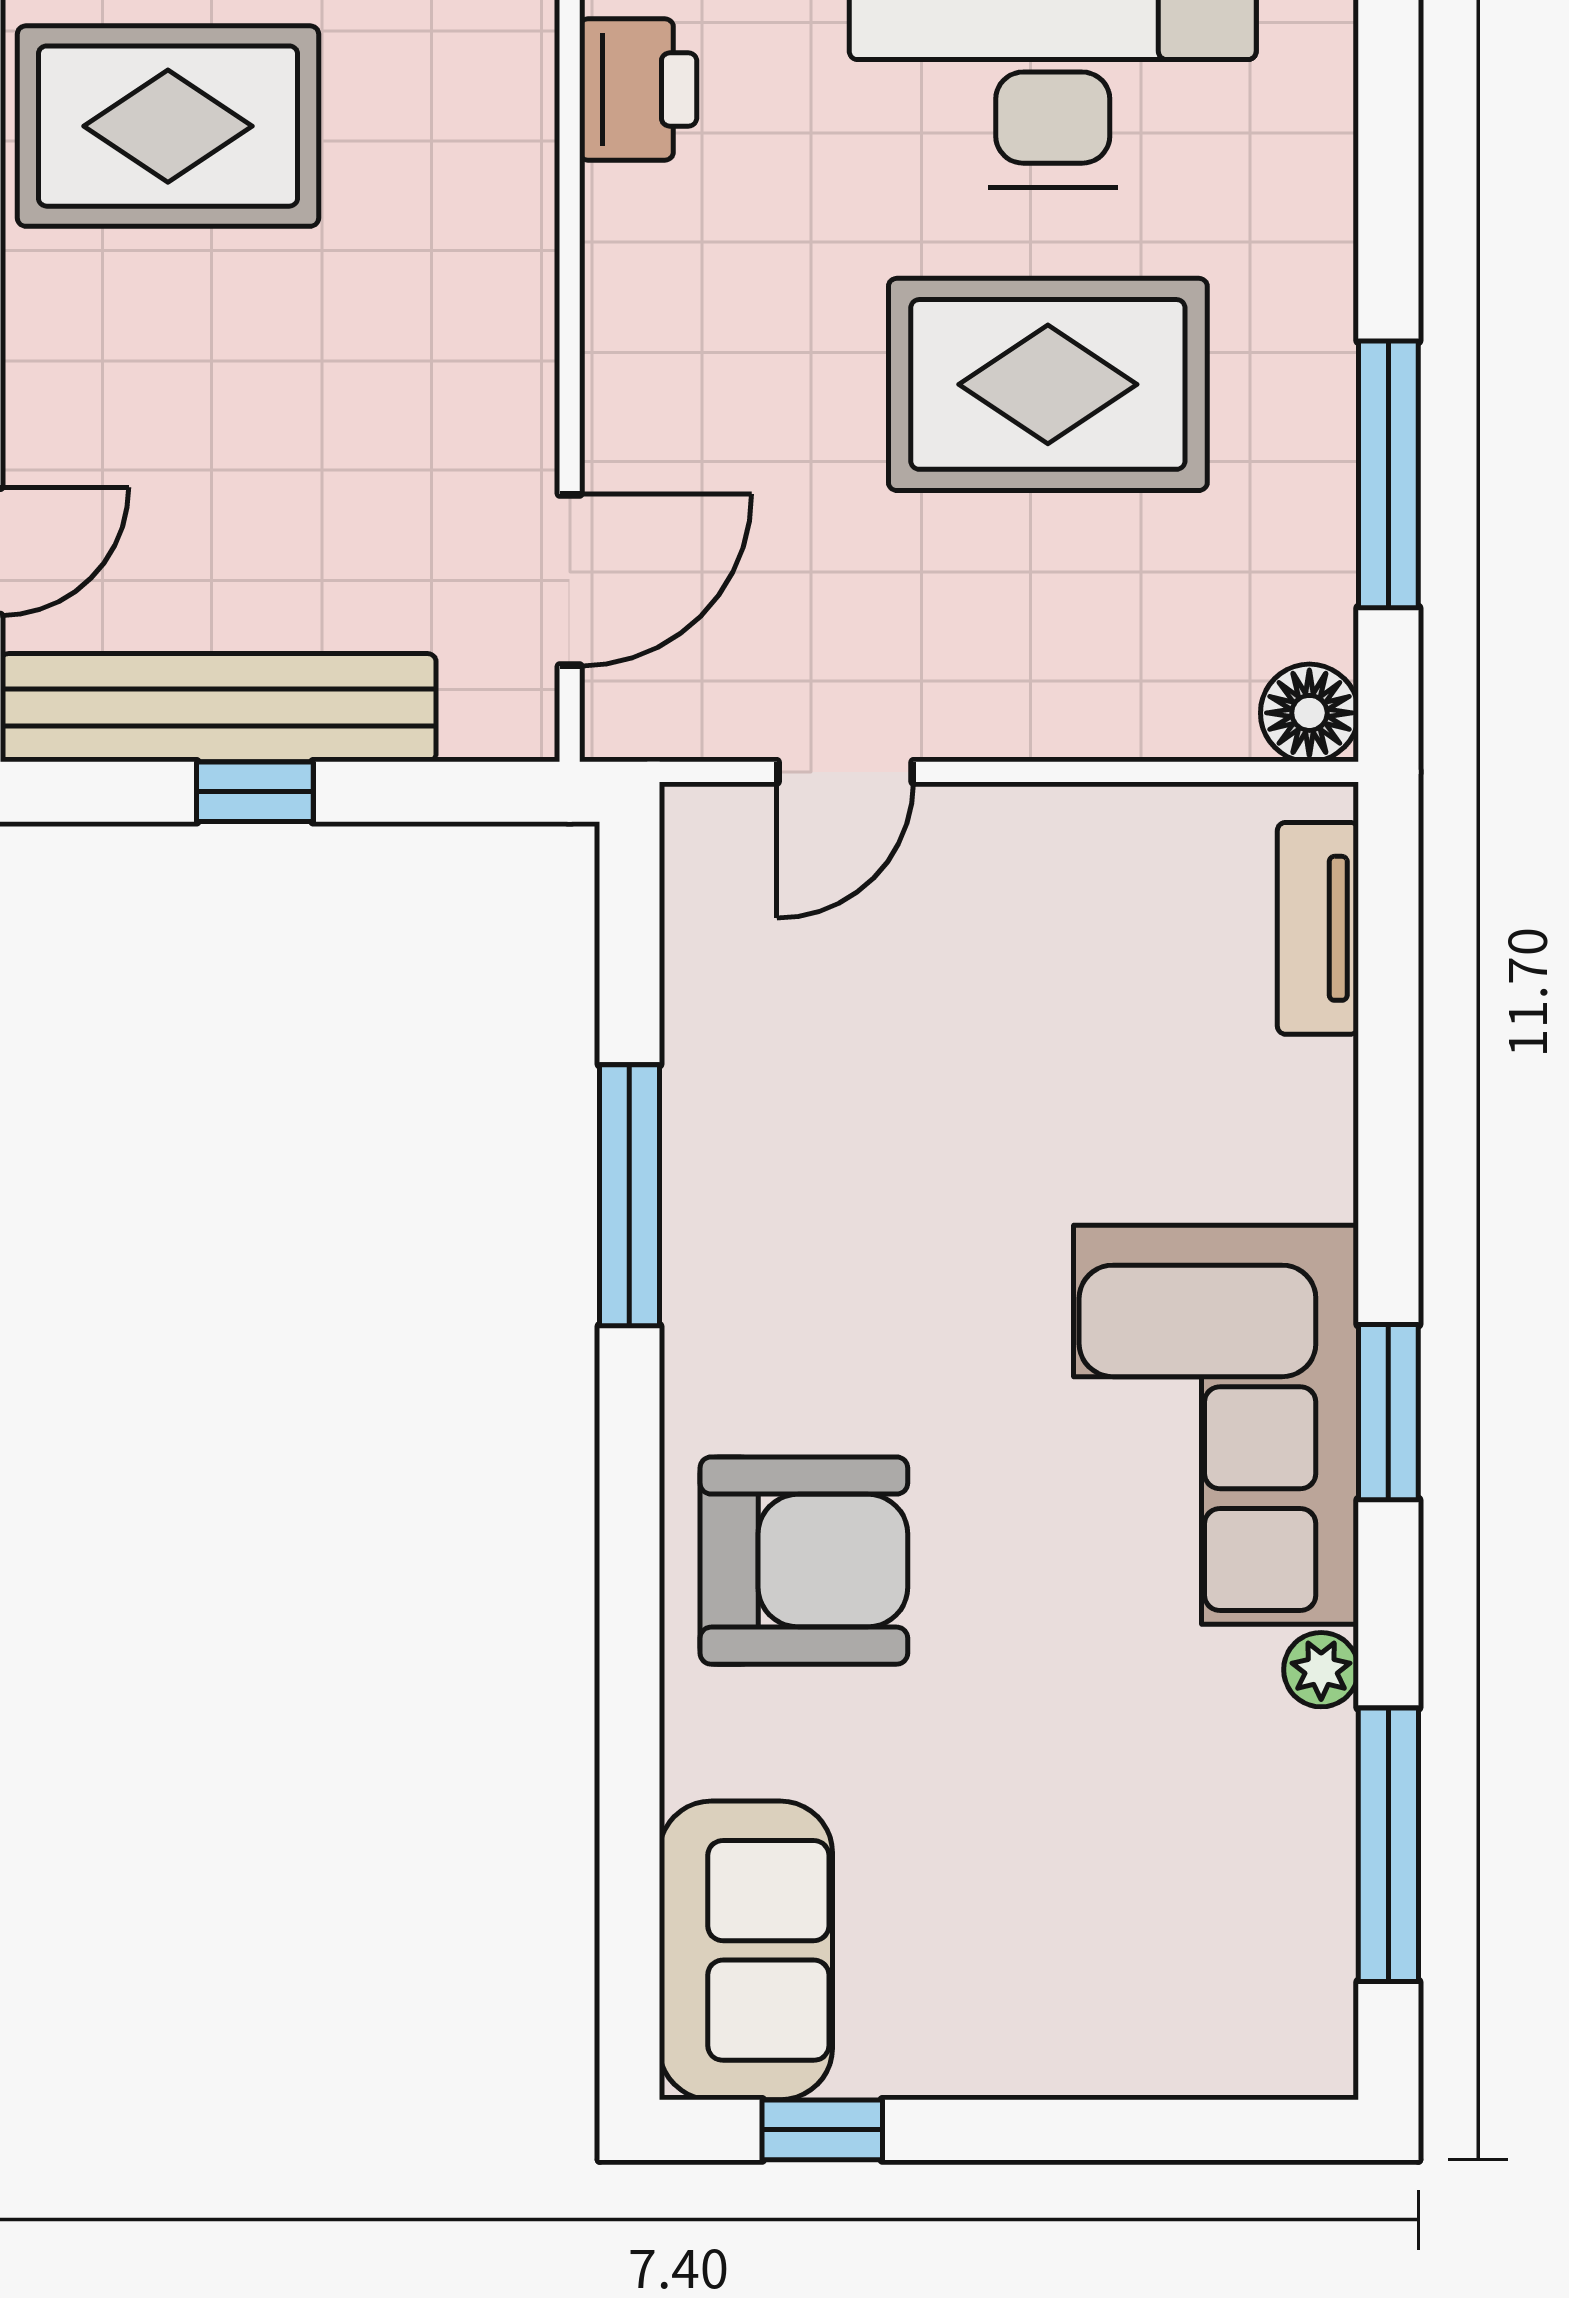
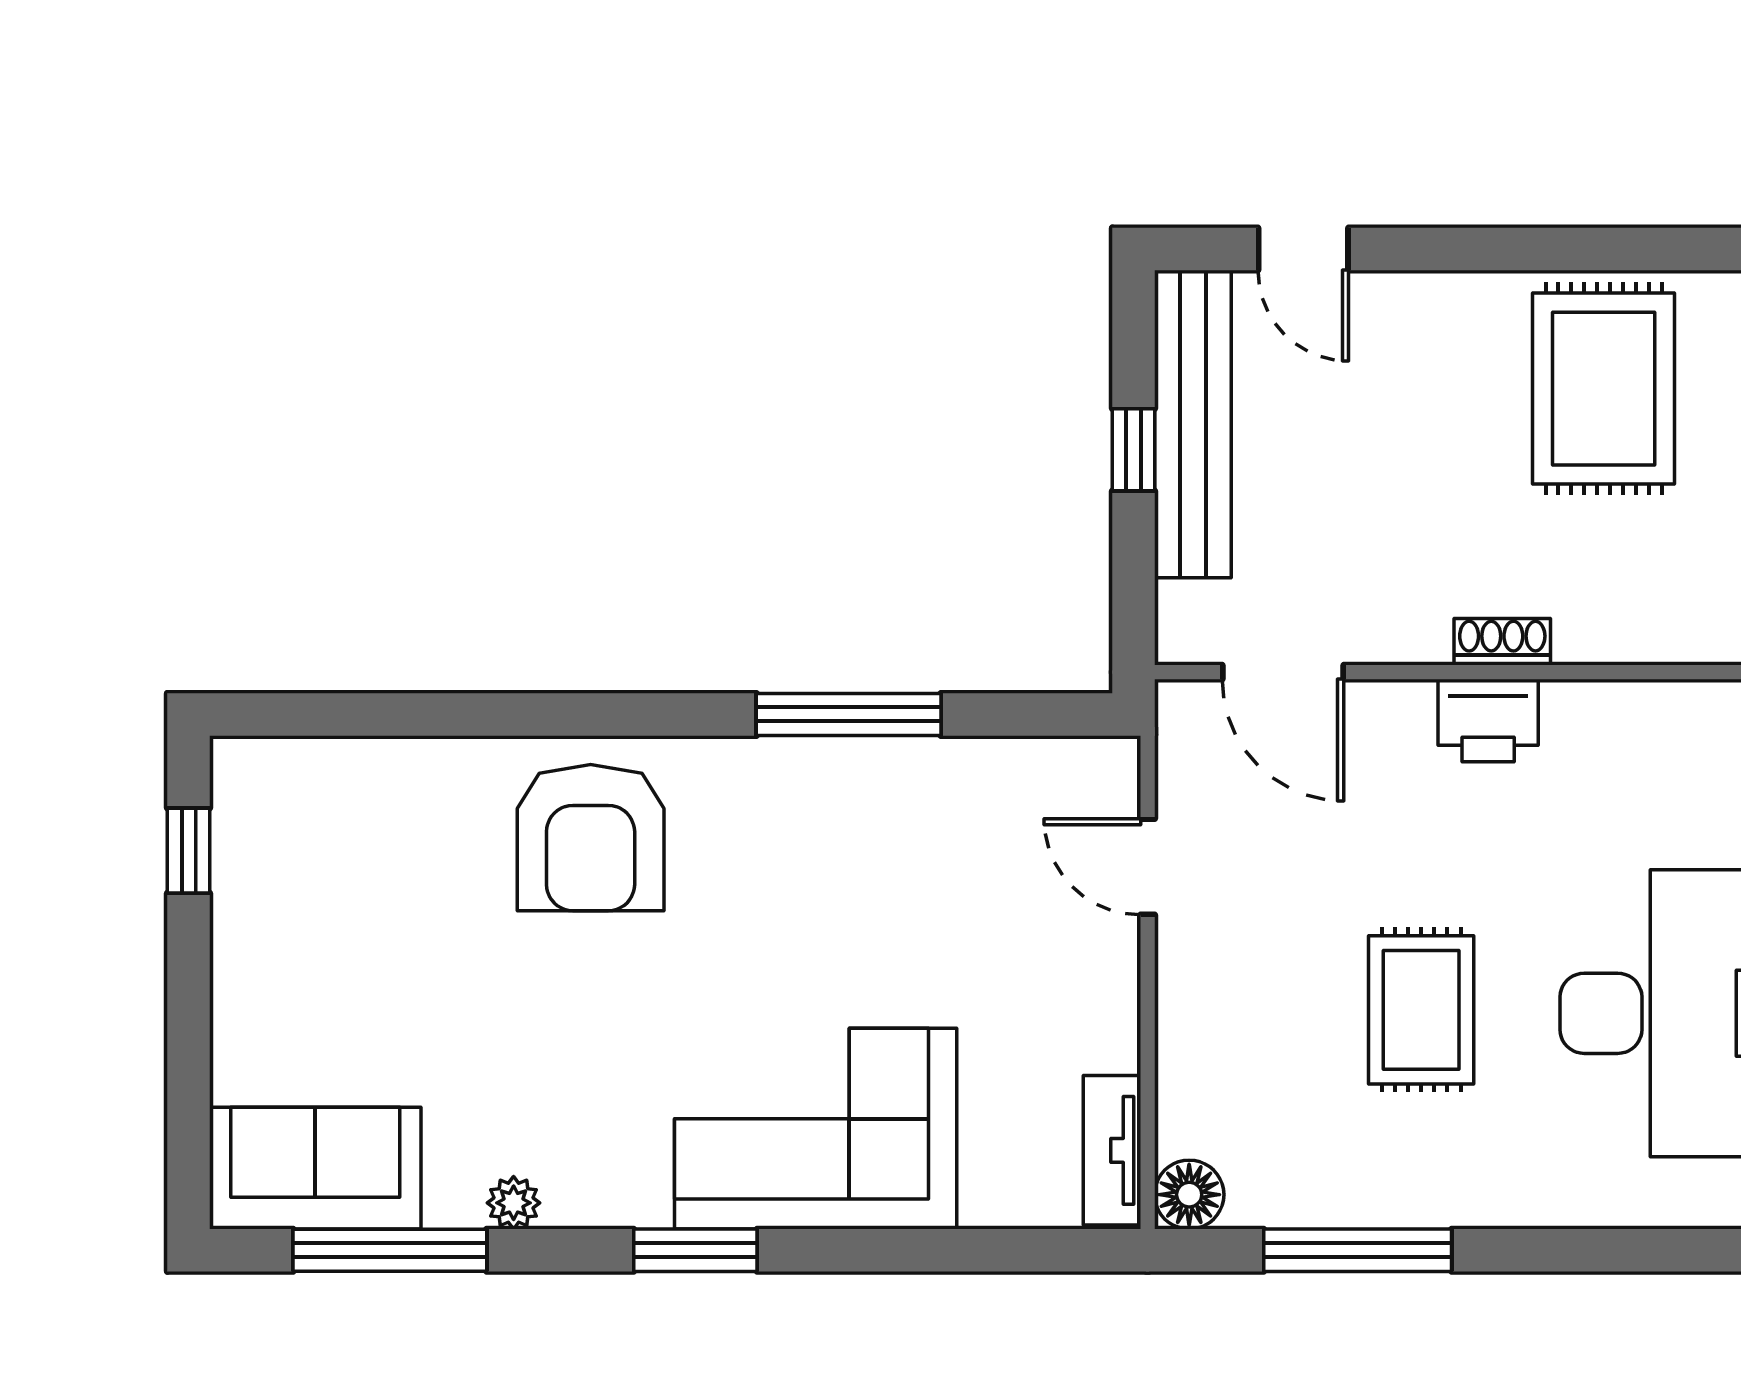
printer: (638, 89) -> (1488, 721), moved
shoe rack: (527, 269) -> (1502, 642), added
rug: (1048, 384) -> (1421, 1010), width x0.73, depth x0.70
tv unit: (1318, 928) -> (1112, 1150), moved, turned -90
corner sofa: (1216, 1425) -> (816, 1129), moved
sofa: (746, 1950) -> (315, 1168), moved, turned 180

